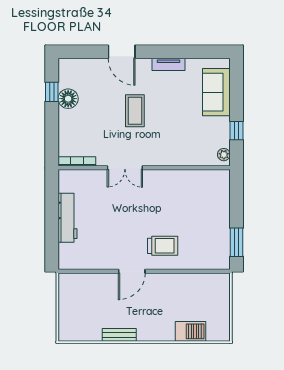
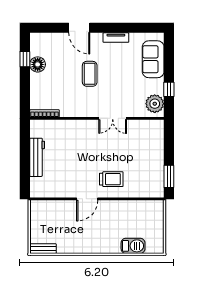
plant: (224, 155) -> (155, 104), width x1.87, depth x1.87
double door: (125, 168) -> (113, 118), moved
bench: (119, 335) -> (43, 249), moved

